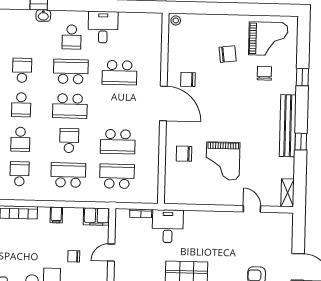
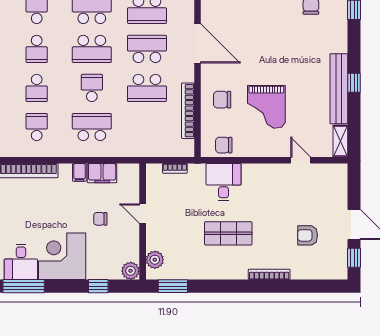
chair: (188, 79) -> (224, 145), moved
bench: (288, 126) -> (339, 89), moved
bookcase: (154, 163) -> (188, 111), added
school desk: (117, 176) -> (147, 49), moved
filing cabinet: (96, 217) -> (102, 173), moved
desk: (168, 226) -> (224, 182), moved
door: (111, 253) -> (143, 214), hinge flipped

